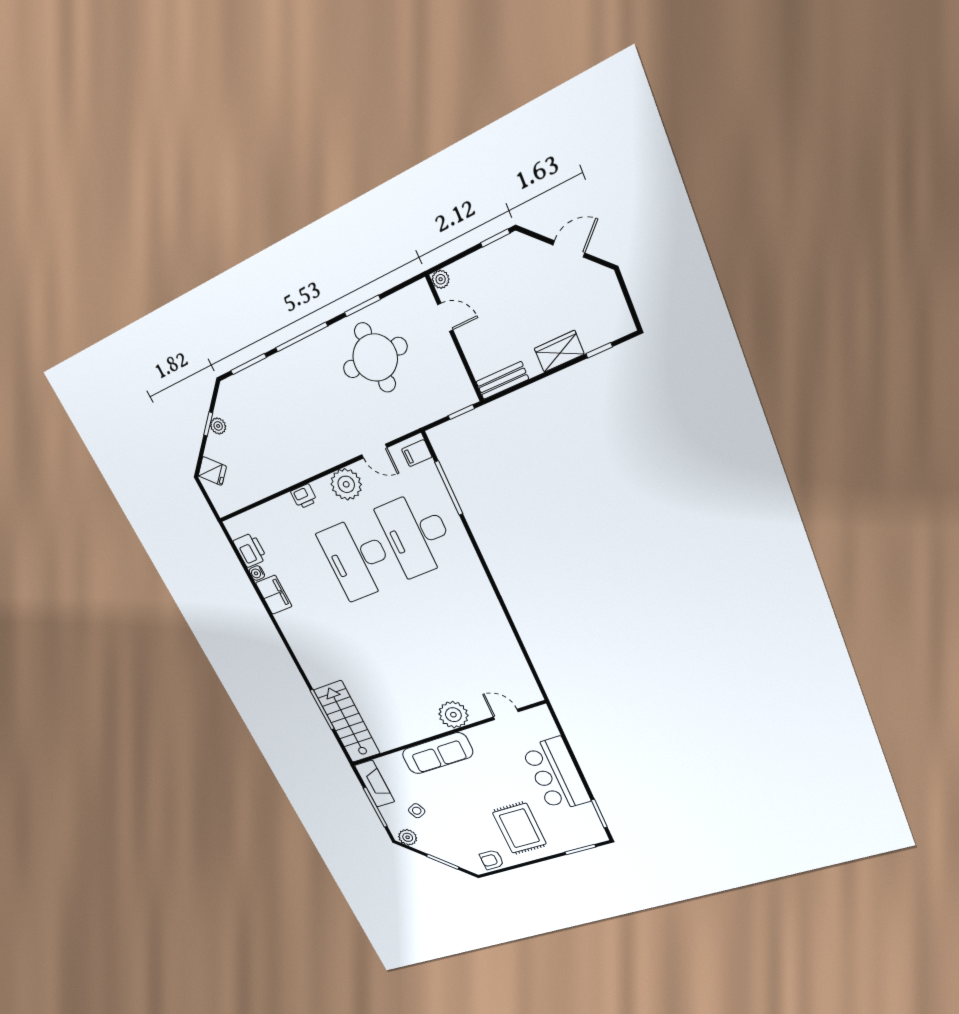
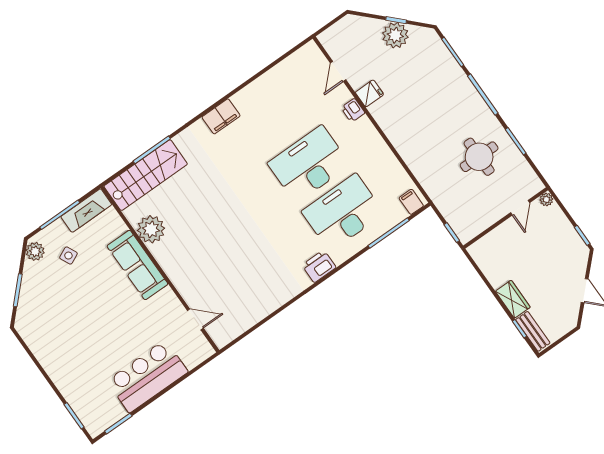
round table: (375, 358) -> (479, 157), width x0.73, depth x0.73
bench: (502, 380) -> (533, 331), moved
plant: (218, 426) -> (395, 35), width x1.87, depth x1.87
door: (374, 451) -> (338, 71), moved
fridge: (212, 471) -> (369, 93), moved, turned -135
plant: (346, 484) -> (372, 146), removed
printer: (250, 550) -> (319, 266), moved, turned 180
water cooler: (257, 573) -> (273, 74), removed
filing cabinet: (274, 595) -> (221, 116), moved
door: (506, 714) -> (195, 319), hinge flipped
plant: (453, 715) -> (151, 229), moved
rug: (519, 828) -> (79, 355), removed
armchair: (492, 860) -> (36, 337), removed

